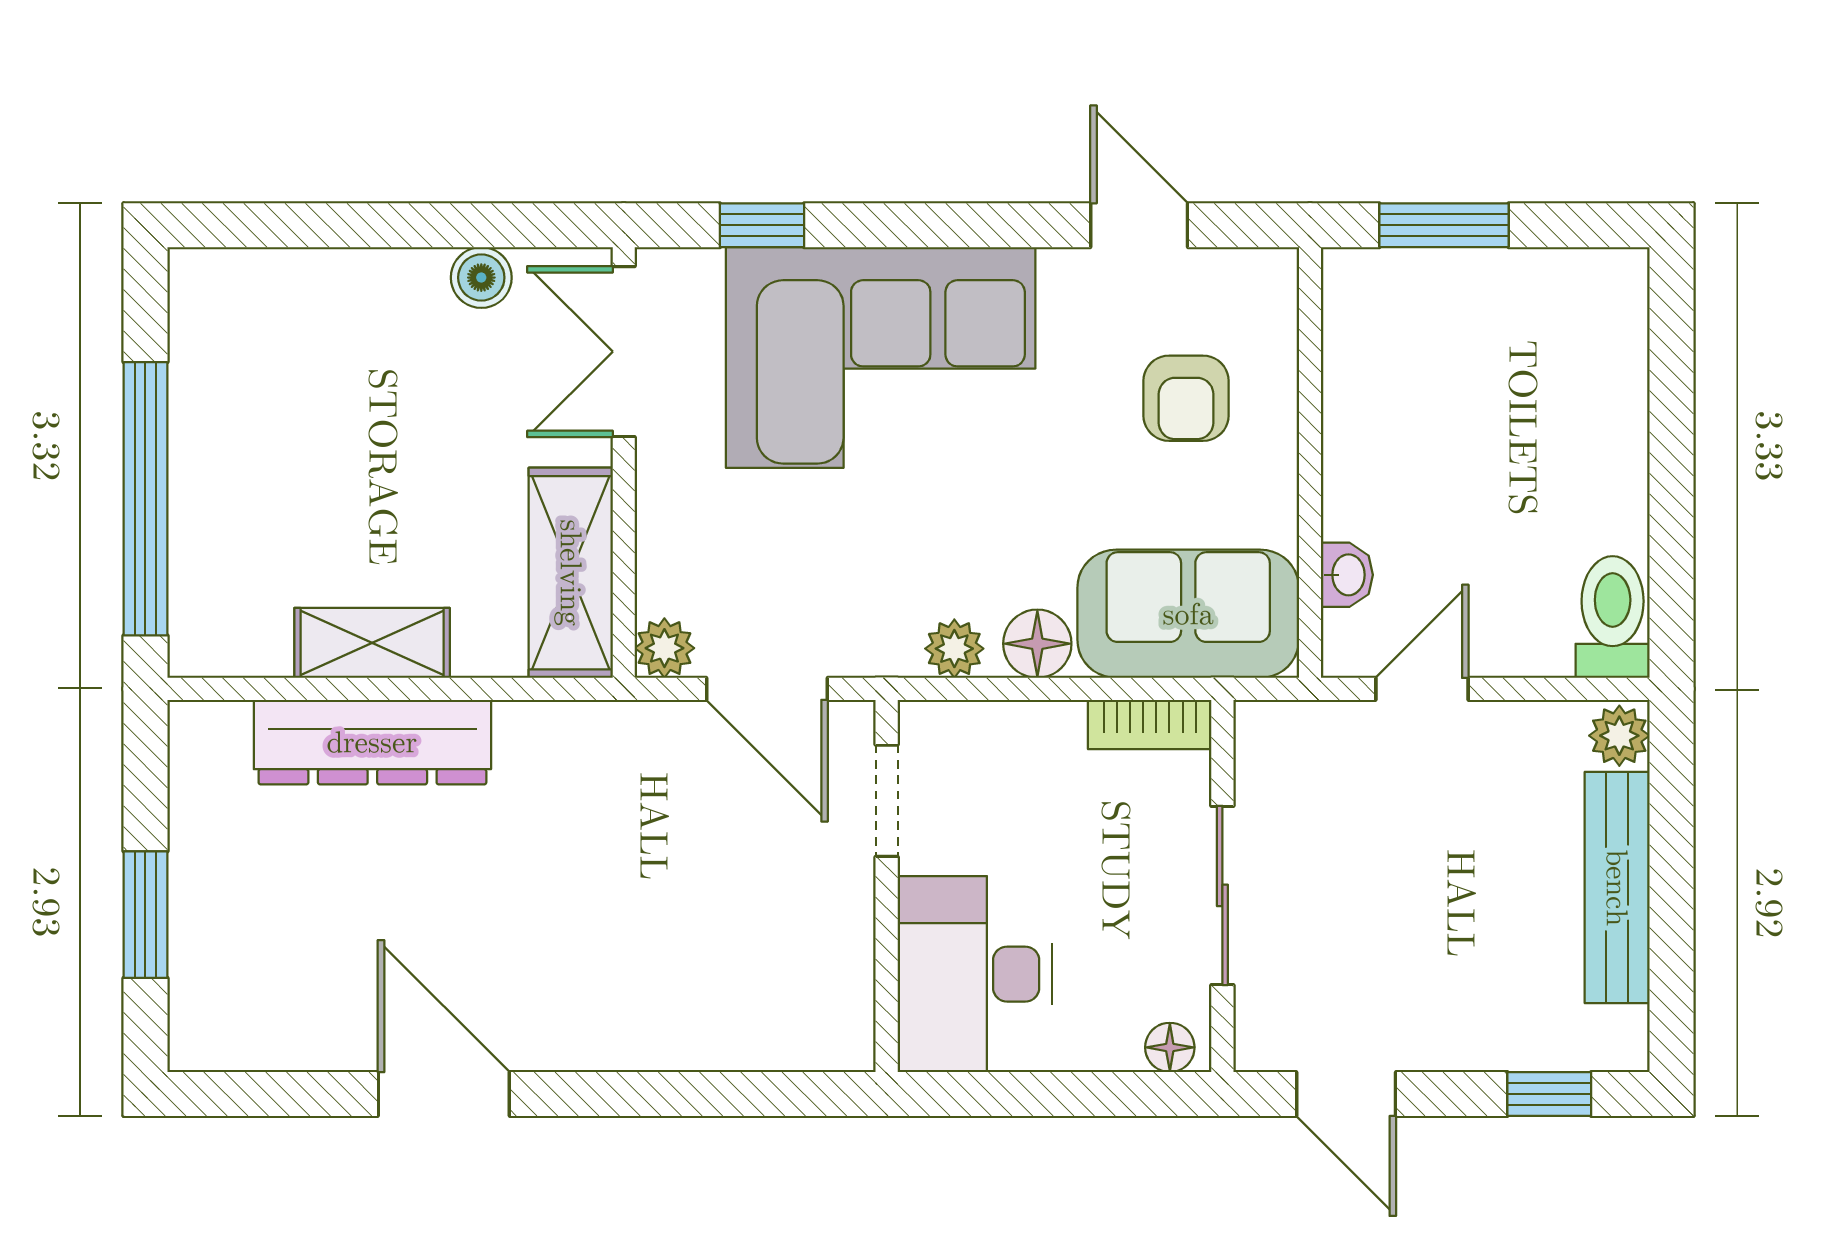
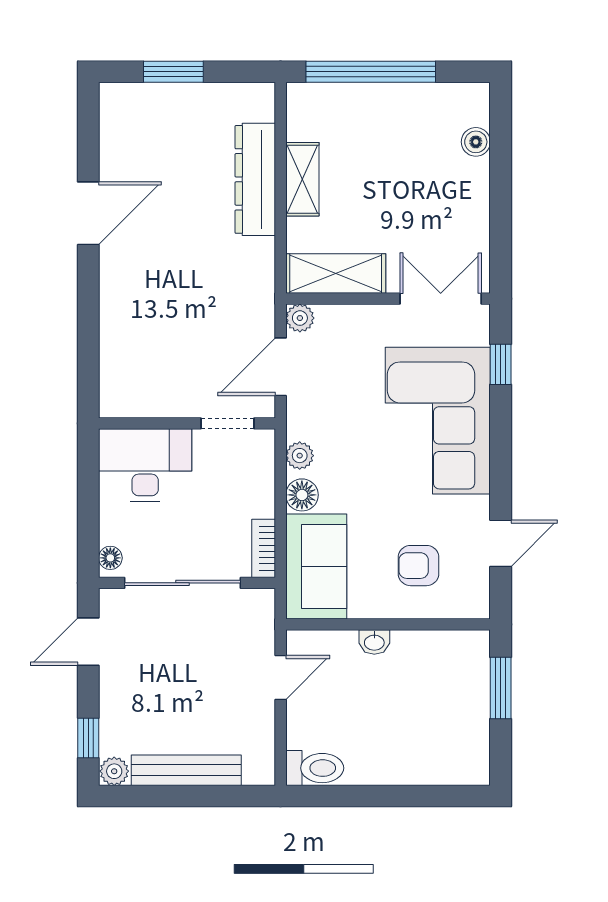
boiler: (481, 278) -> (476, 142), moved
washbasin: (1347, 575) -> (374, 642), moved
door: (1422, 689) -> (281, 678), hinge flipped
plant: (1619, 736) -> (114, 771), moved
sliding door: (1222, 895) -> (182, 583), width x1.37

